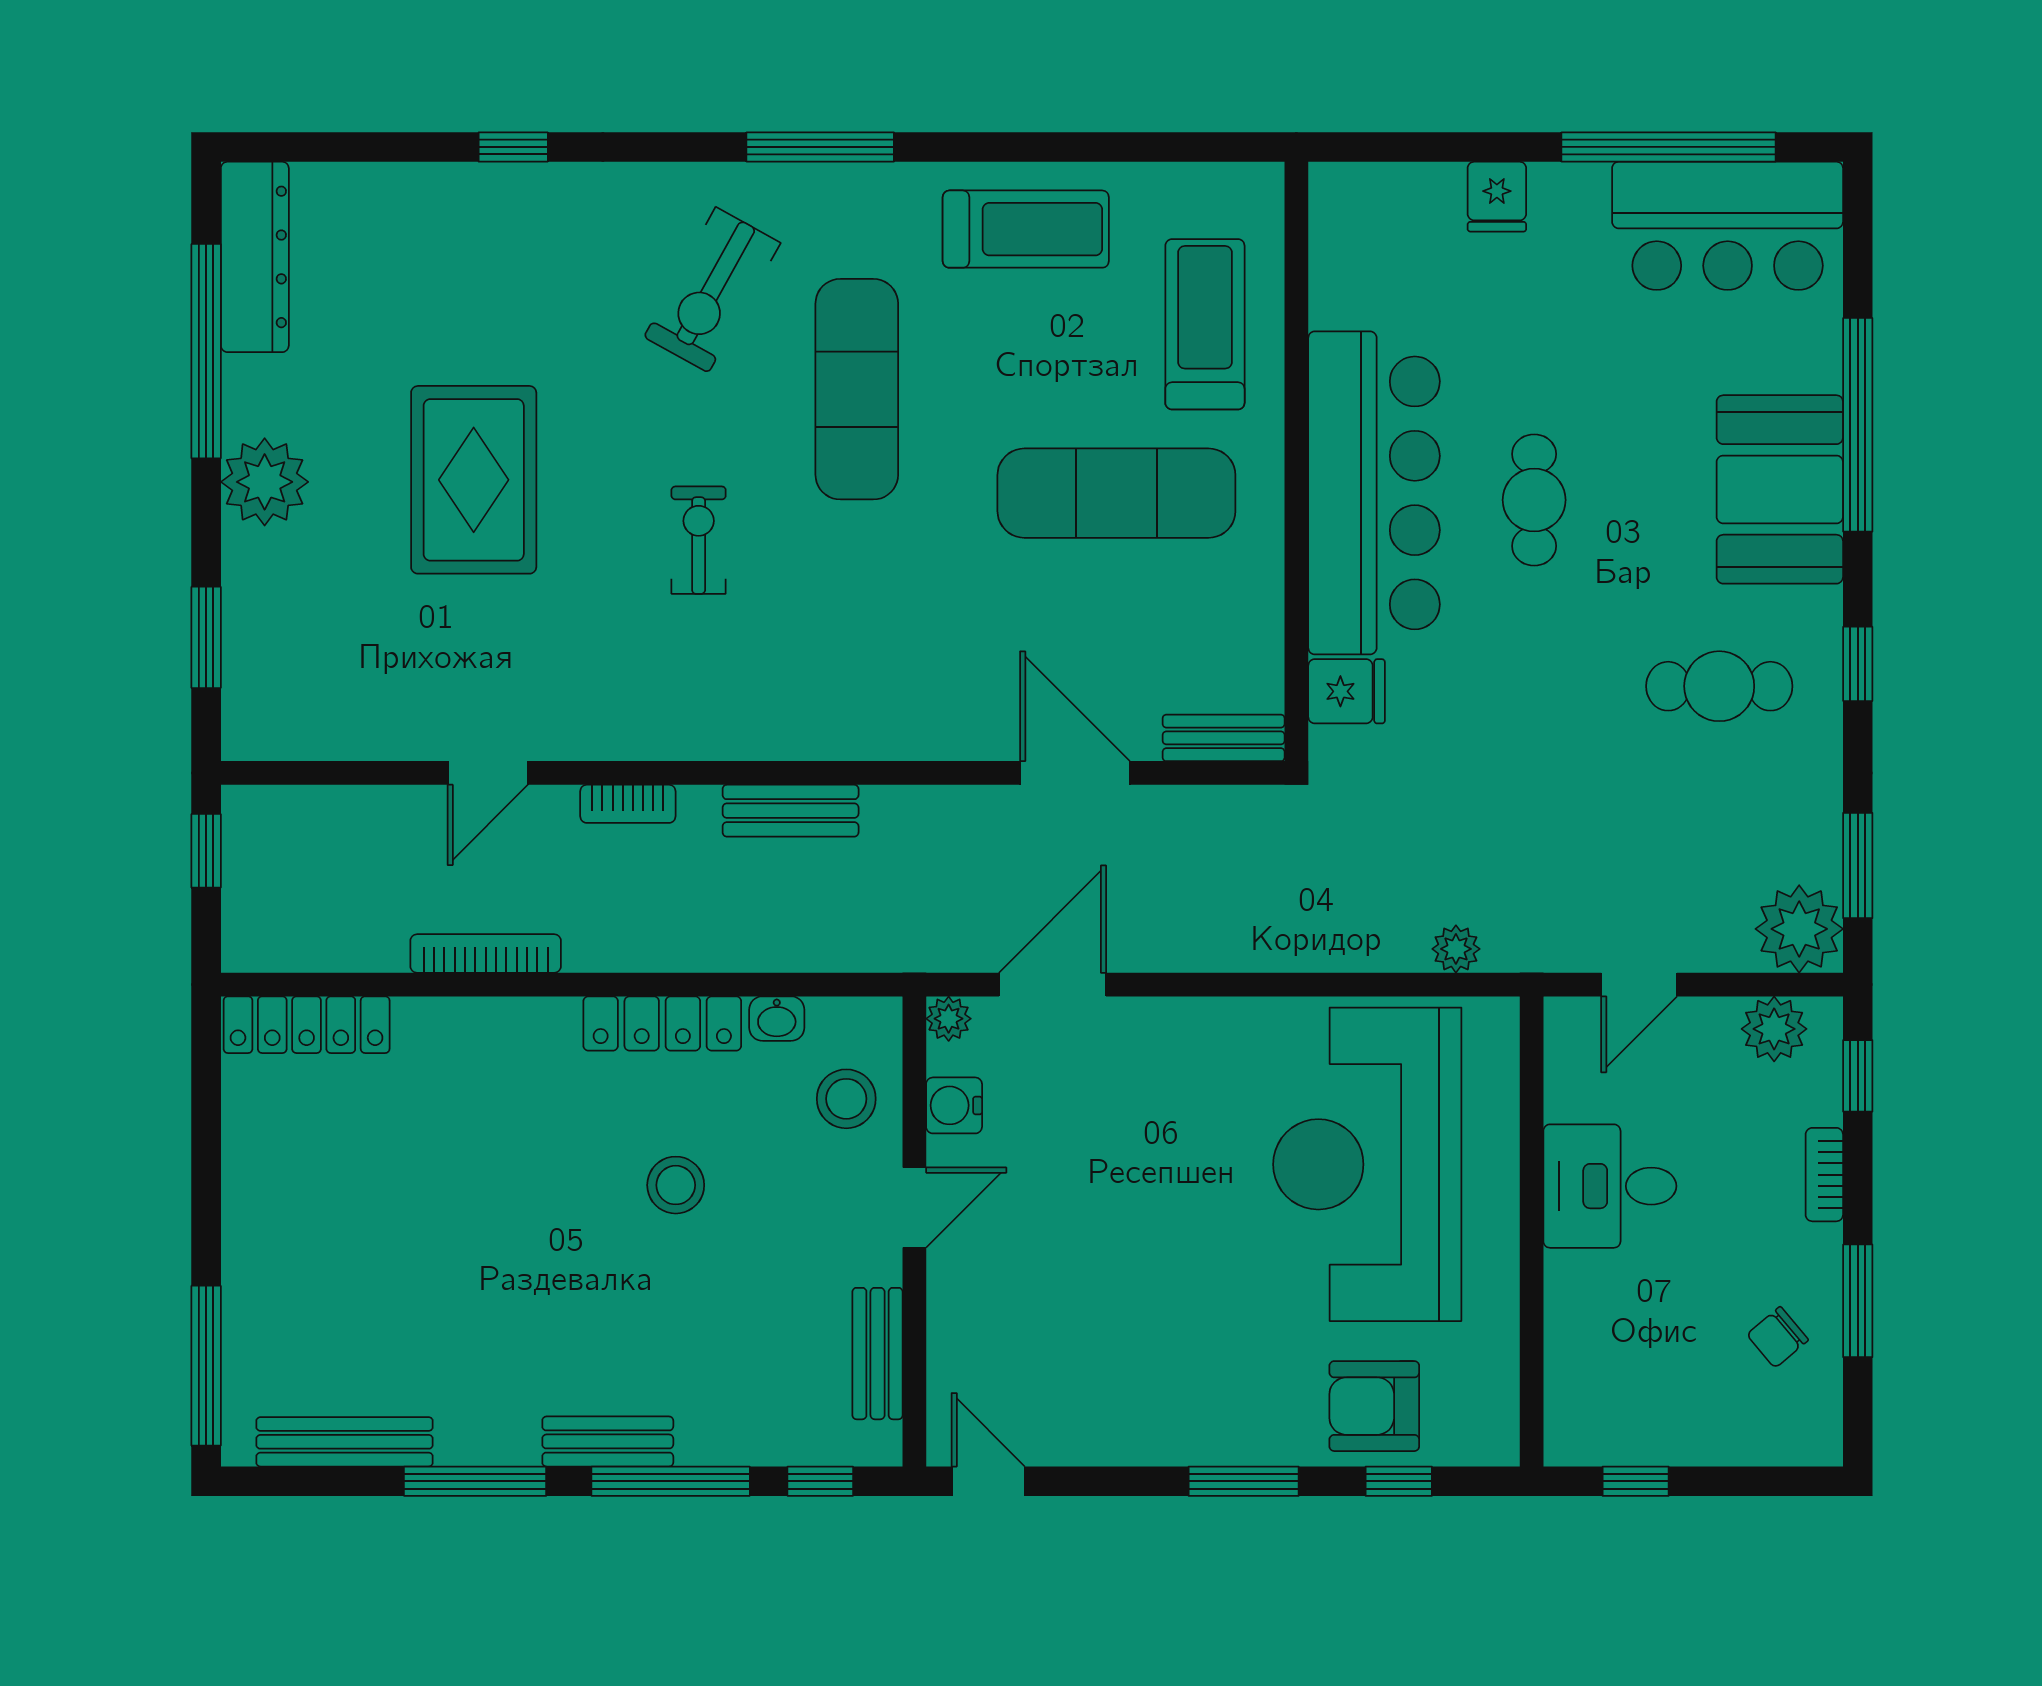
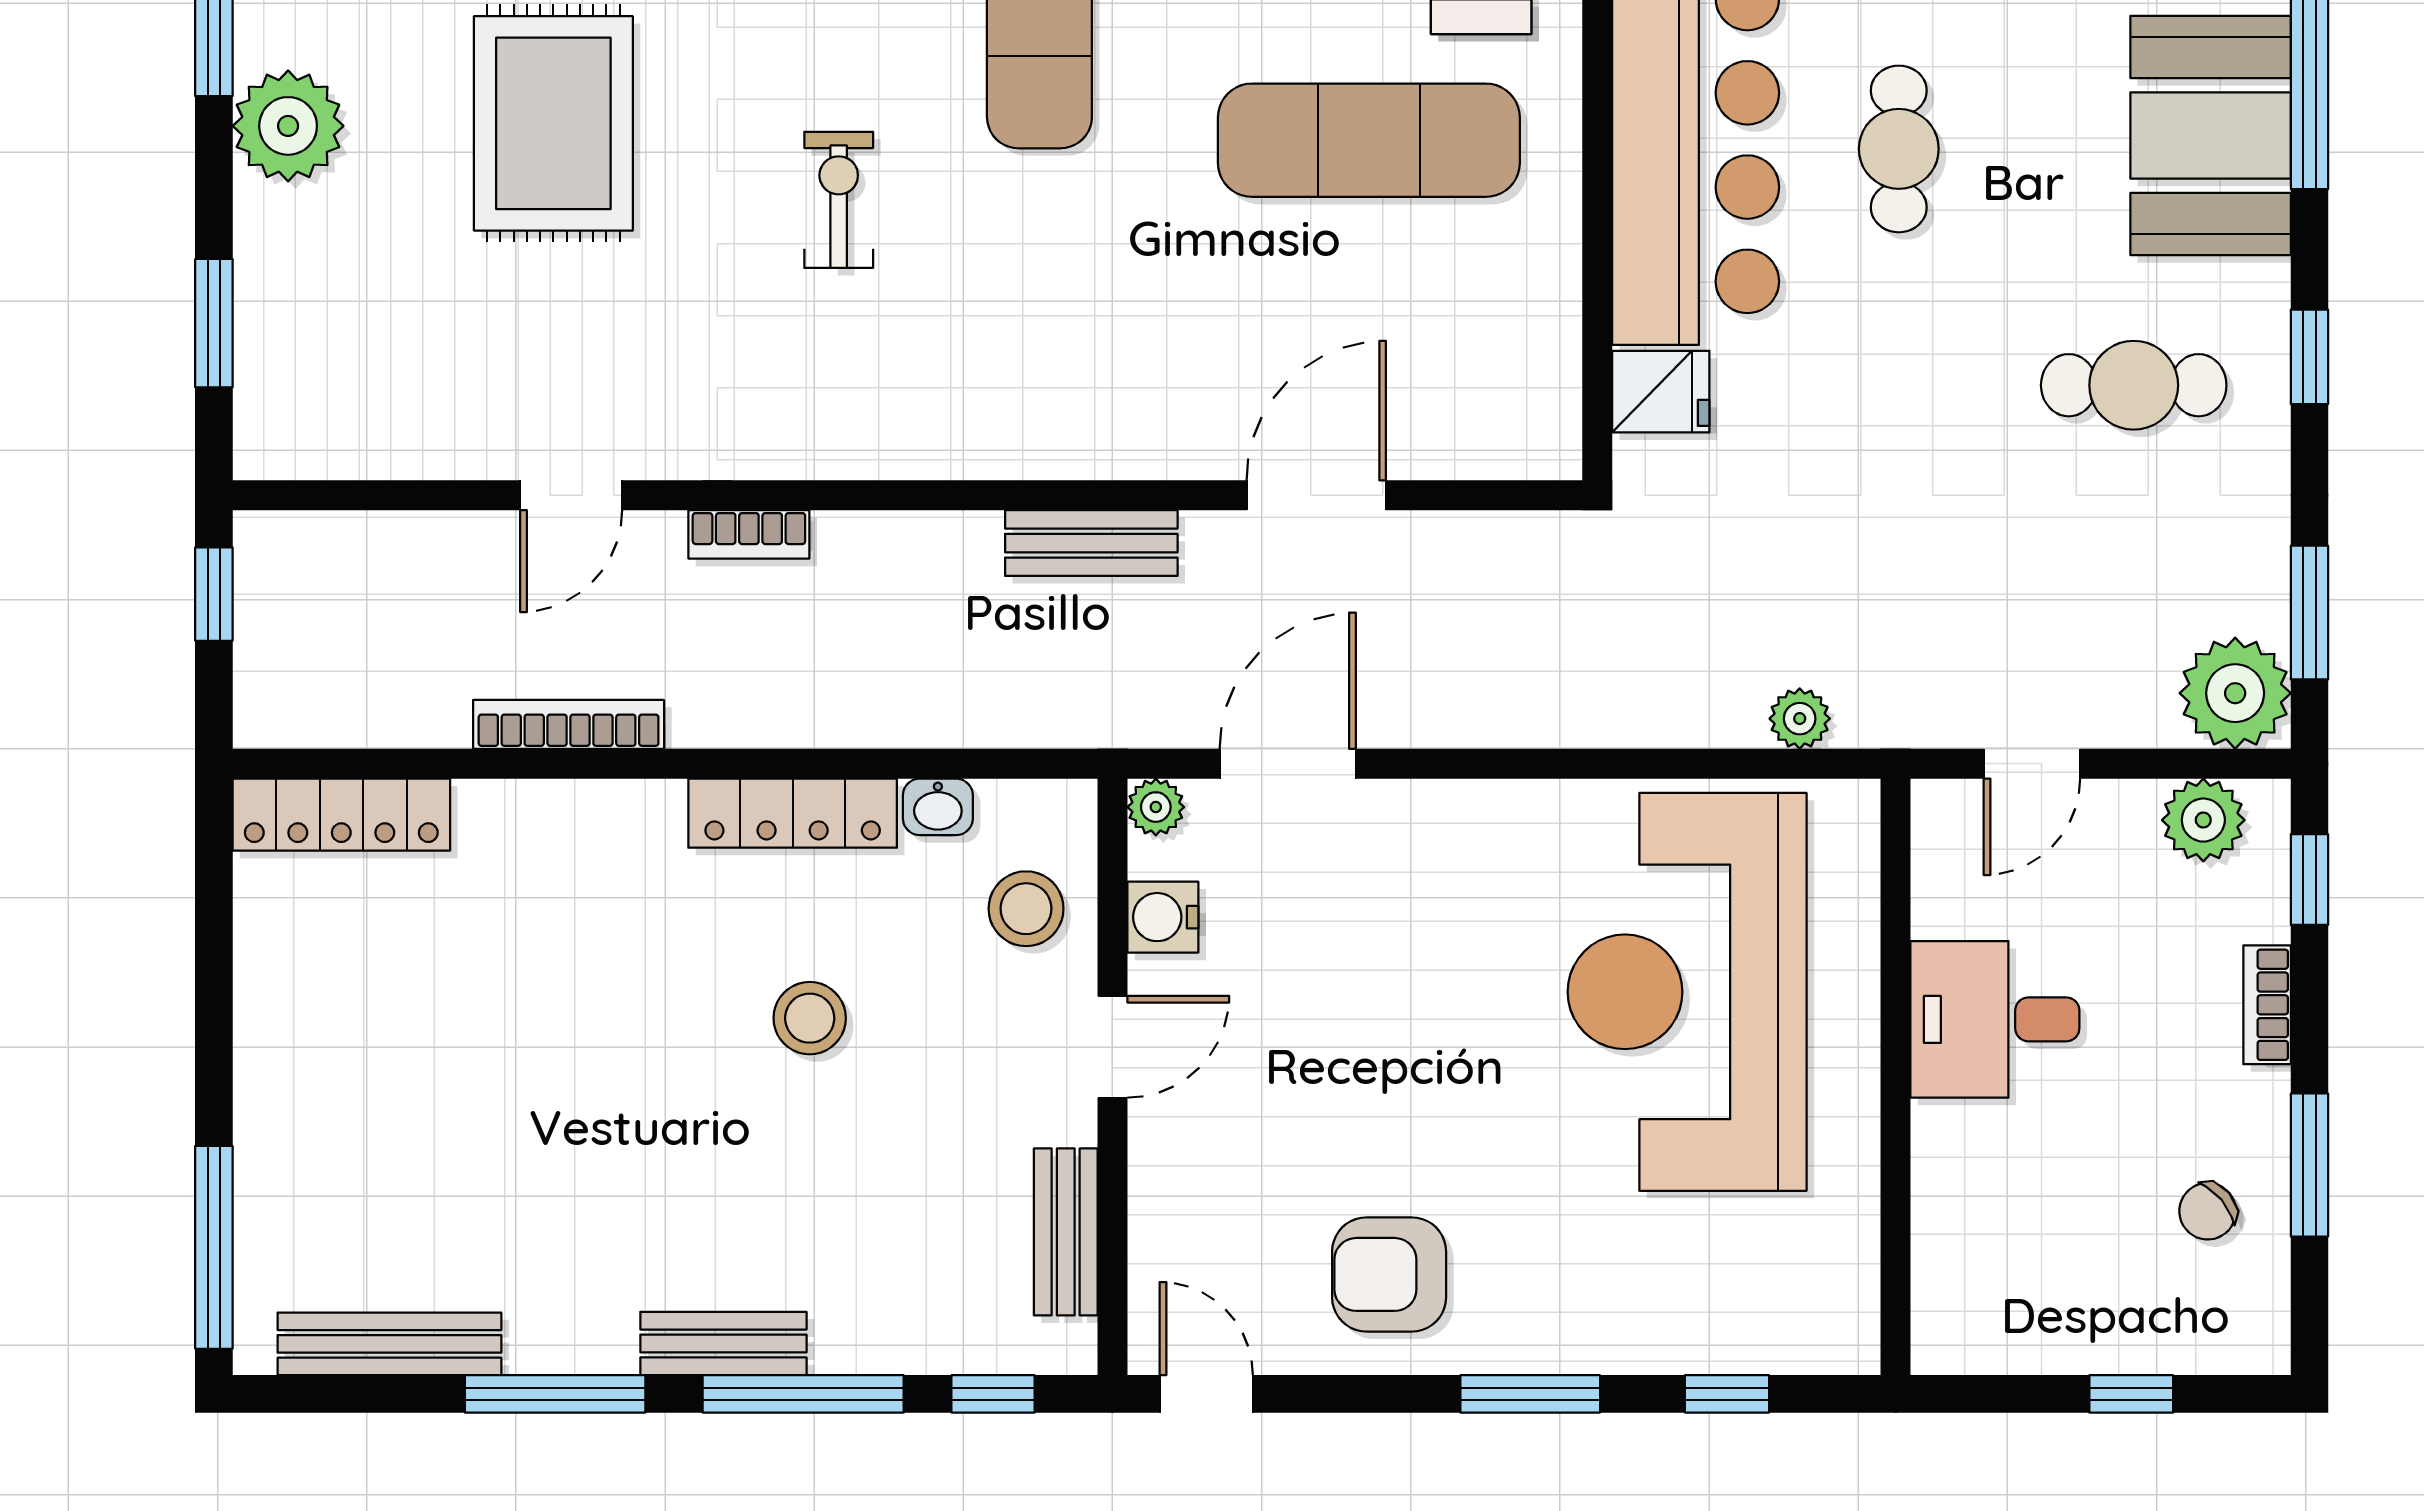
bench: (1224, 738) -> (1505, 451), removed
door: (1075, 773) -> (1316, 495), hinge flipped
bench: (791, 811) -> (1091, 543), moved
armchair: (1374, 1406) -> (1389, 1274), moved
window: (1636, 1481) -> (2131, 1394), moved

